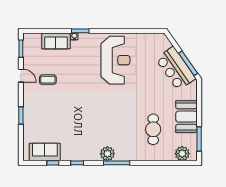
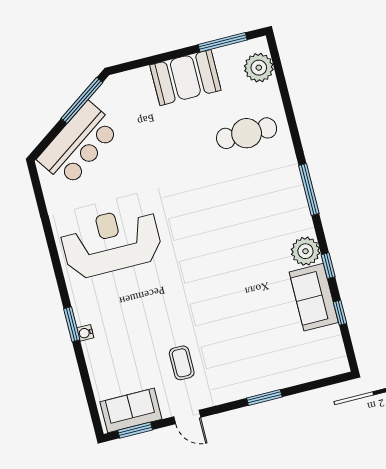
sofa: (56, 41) -> (131, 410), moved, turned -90
bar counter: (176, 68) -> (79, 144), moved
door: (21, 76) -> (187, 417), swing flipped
cafe table: (153, 129) -> (247, 133), moved
sofa: (45, 152) -> (314, 297), moved
plant: (107, 154) -> (305, 251), moved

